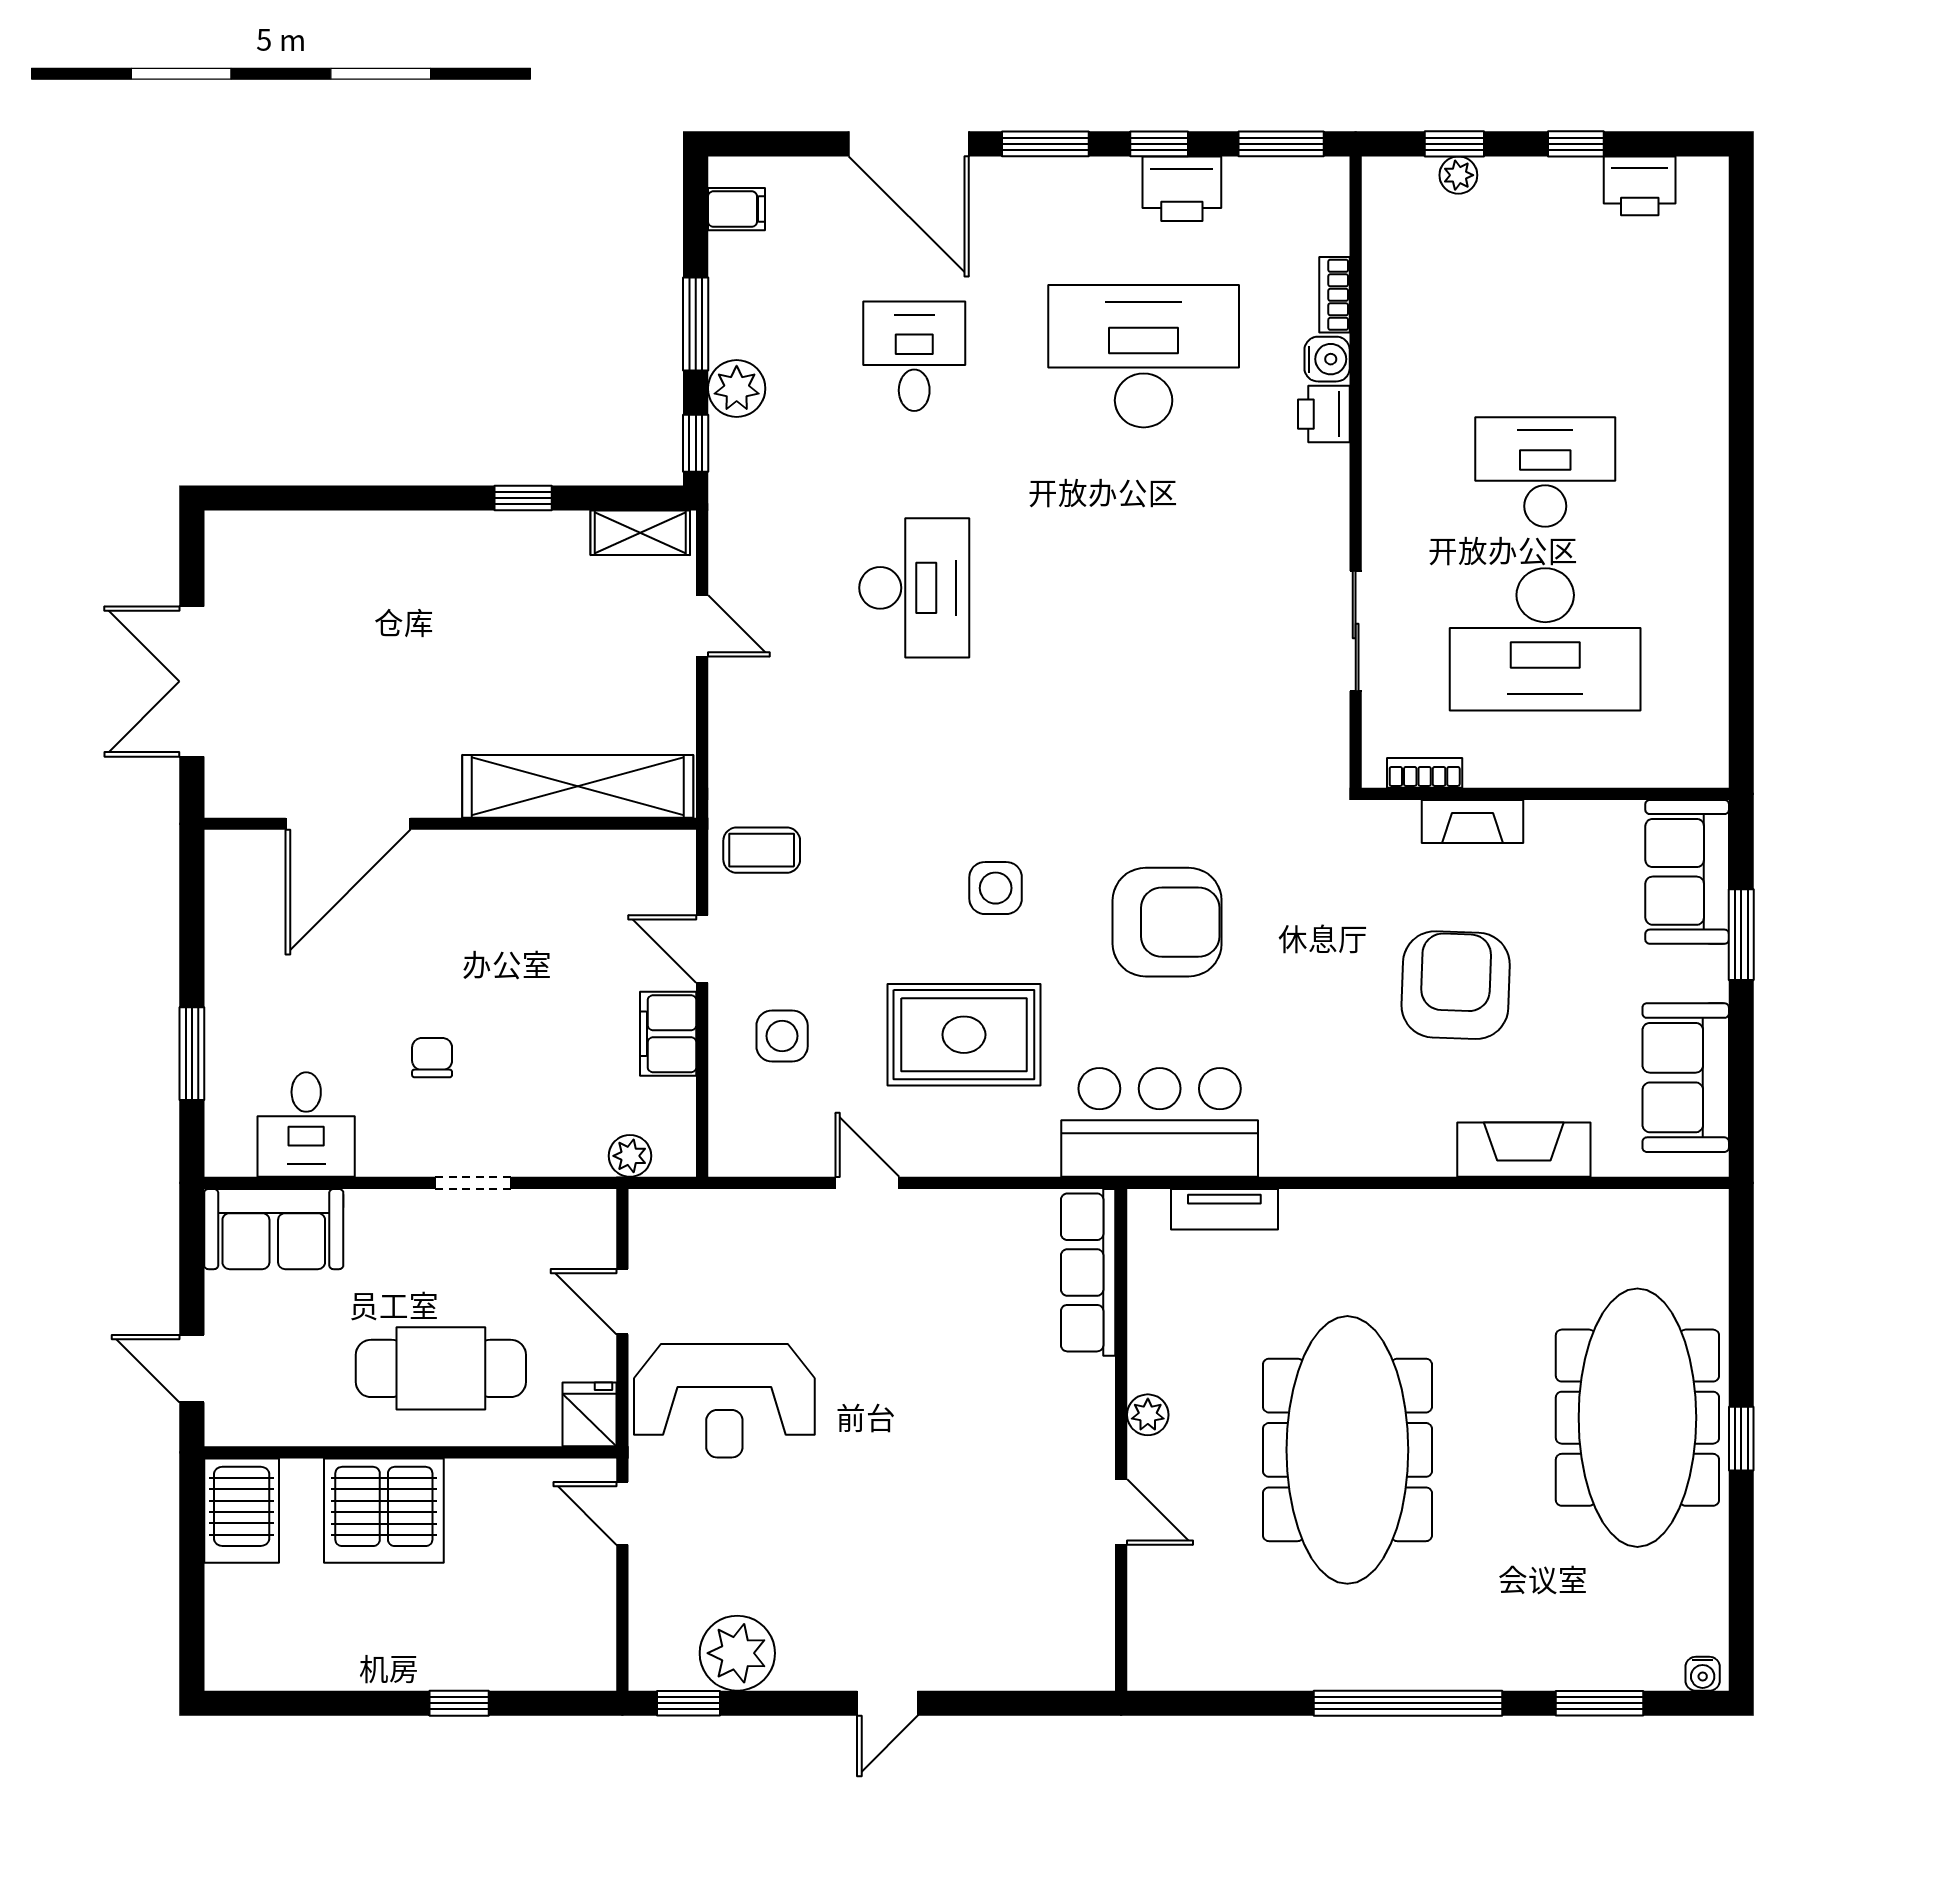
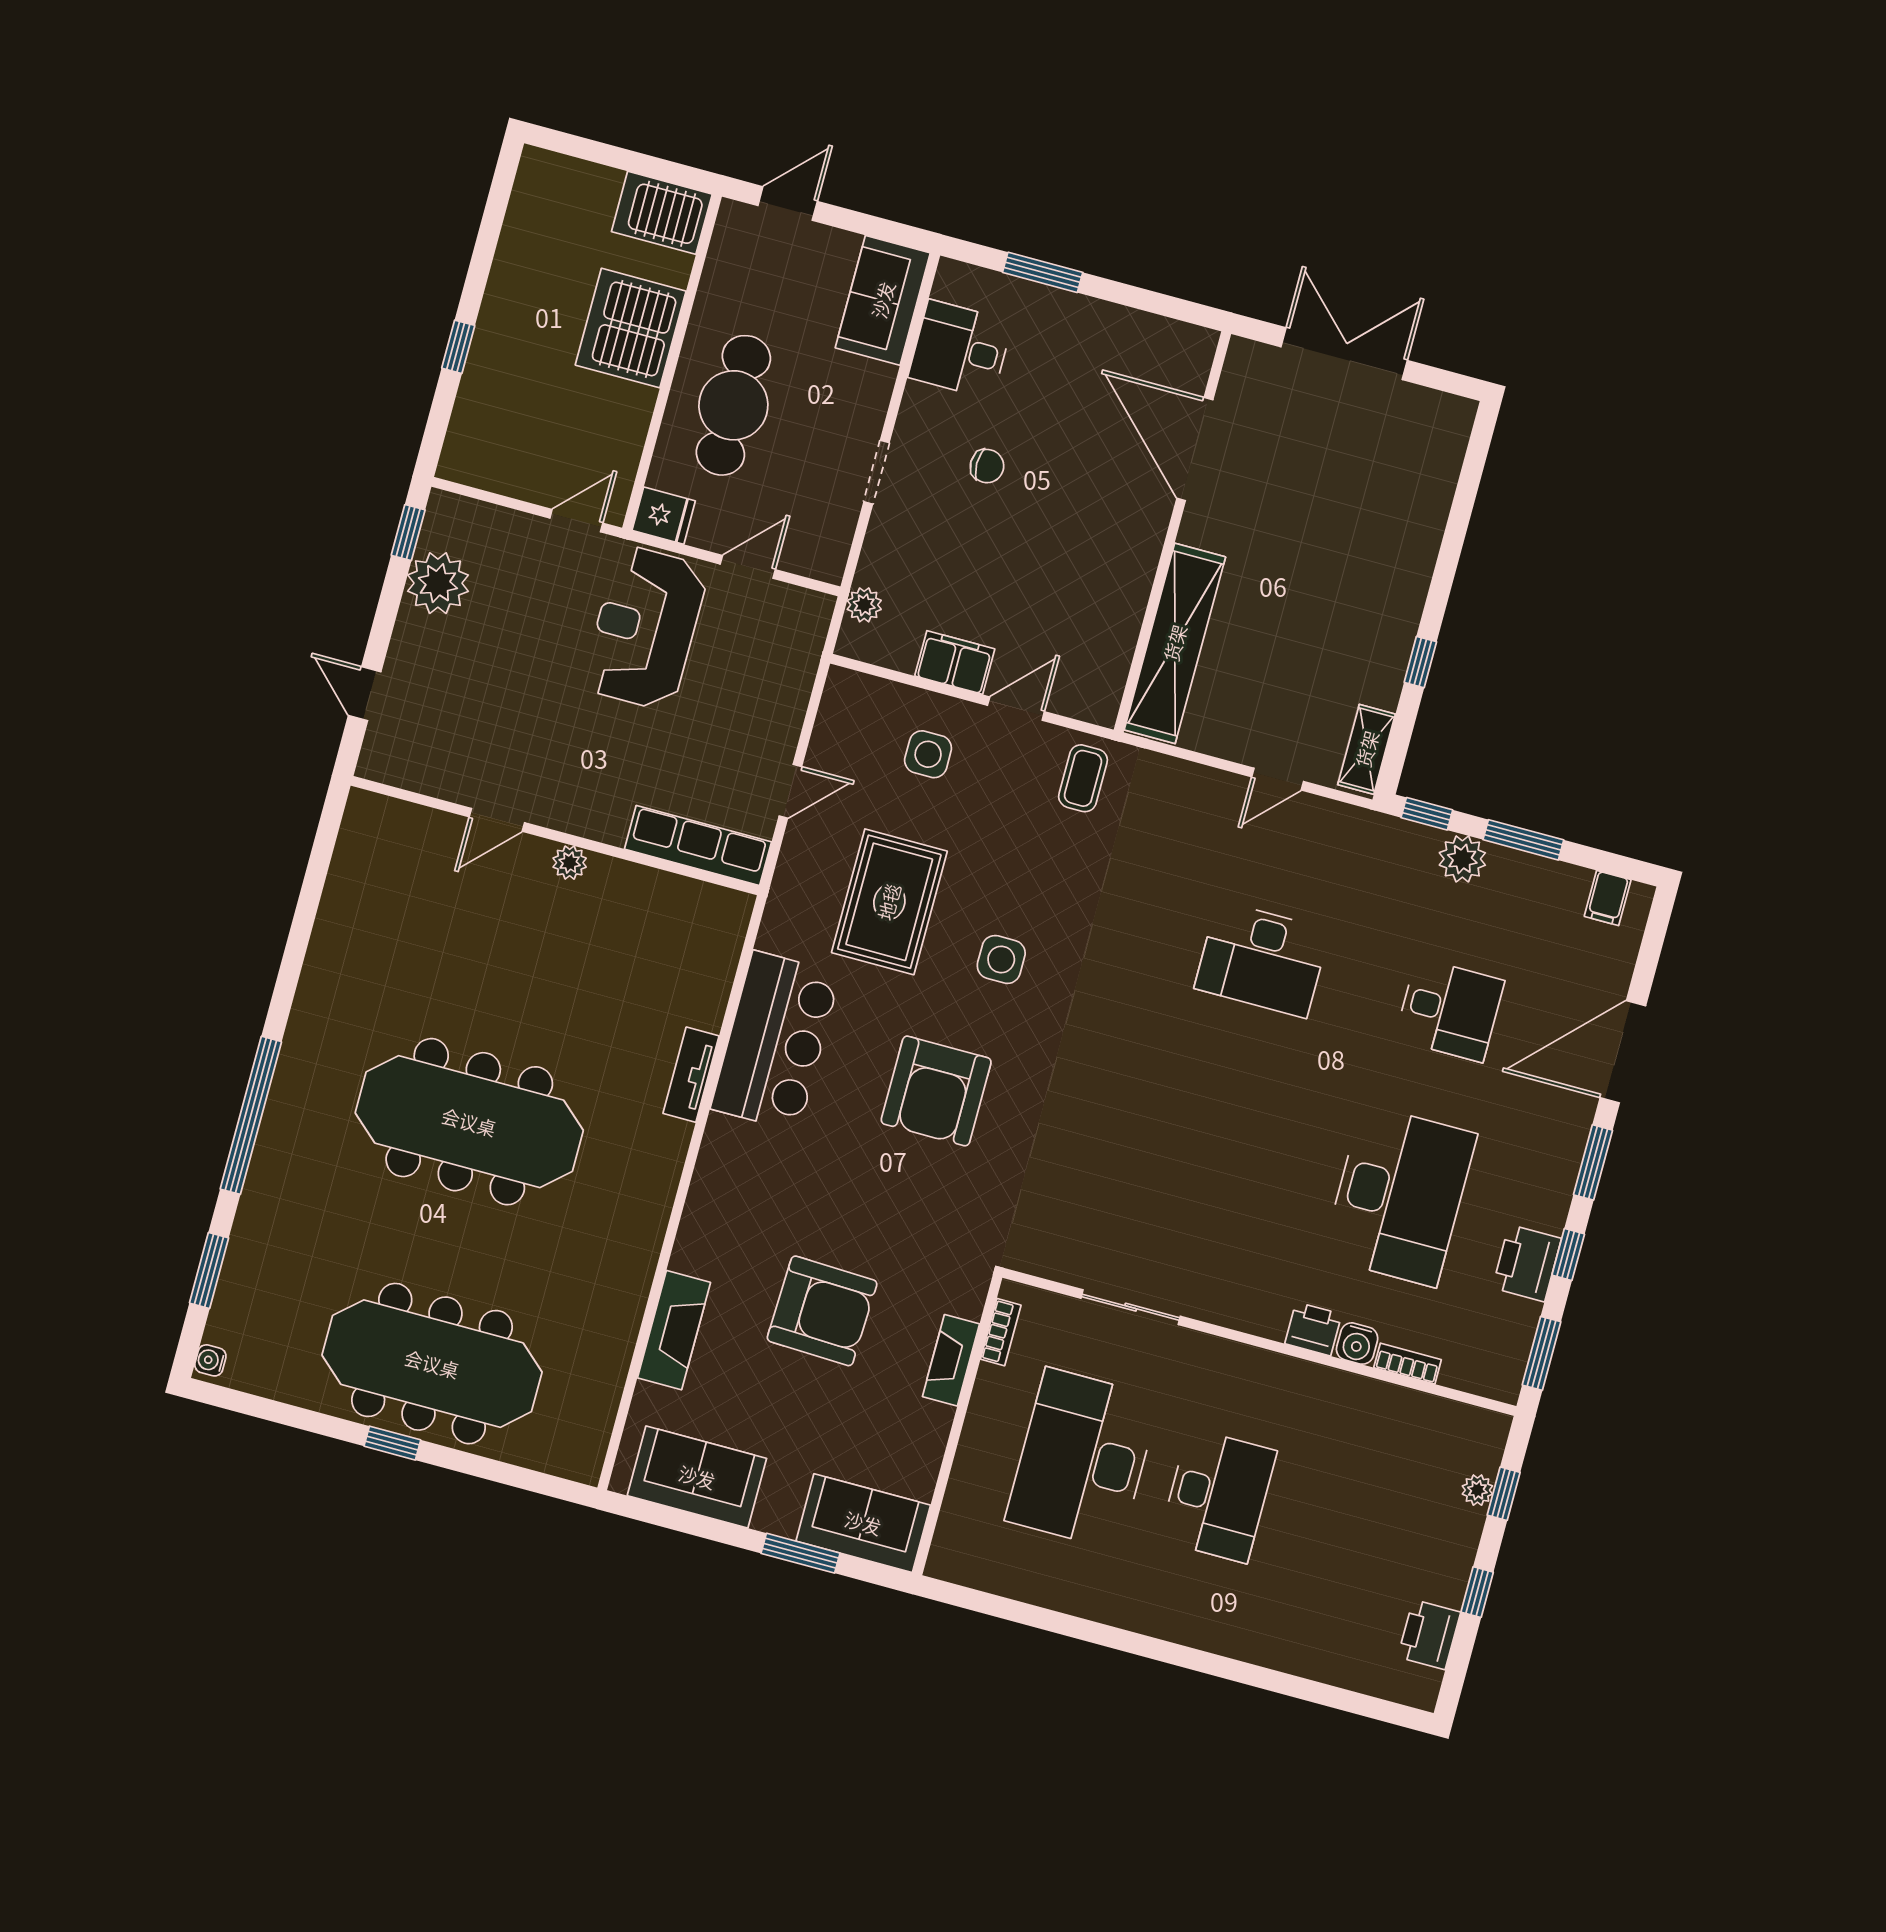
row of seats: (1088, 1272) -> (698, 845), moved
plant: (1148, 1415) -> (570, 863), moved
wall: (1121, 1440) -> (555, 836), moved
door: (1121, 1512) -> (497, 820), moved

